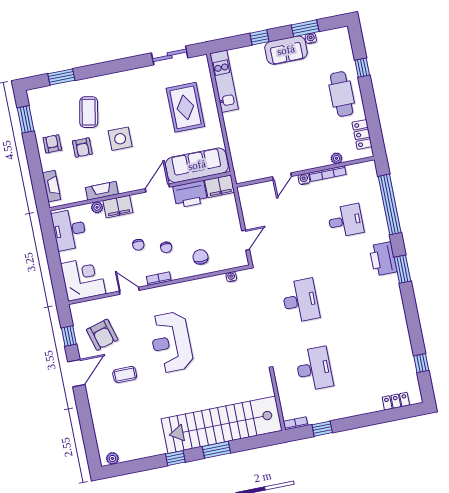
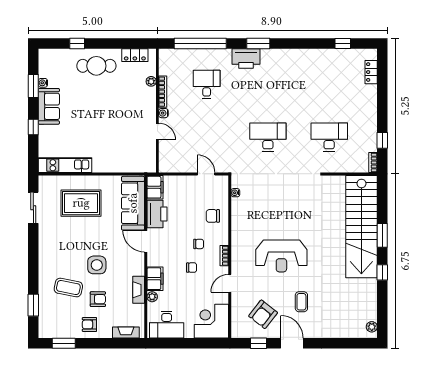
armchair: (102, 335) -> (263, 314), turned 144

